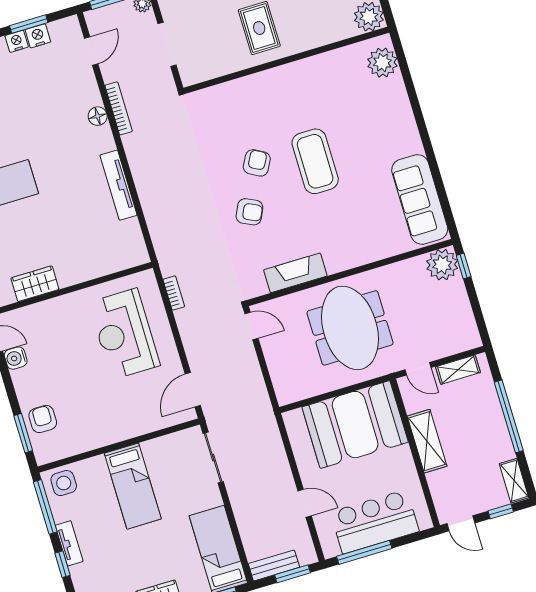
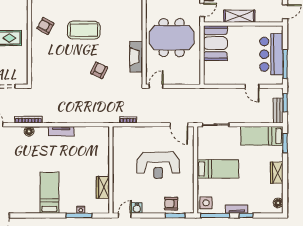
armchair: (257, 163) -> (45, 26), moved
tv unit: (118, 185) -> (61, 131), width x0.71
reception desk: (124, 334) -> (158, 165), moved
booth: (355, 425) -> (215, 43), width x0.73, depth x0.70
door: (305, 503) -> (252, 86), swing flipped

